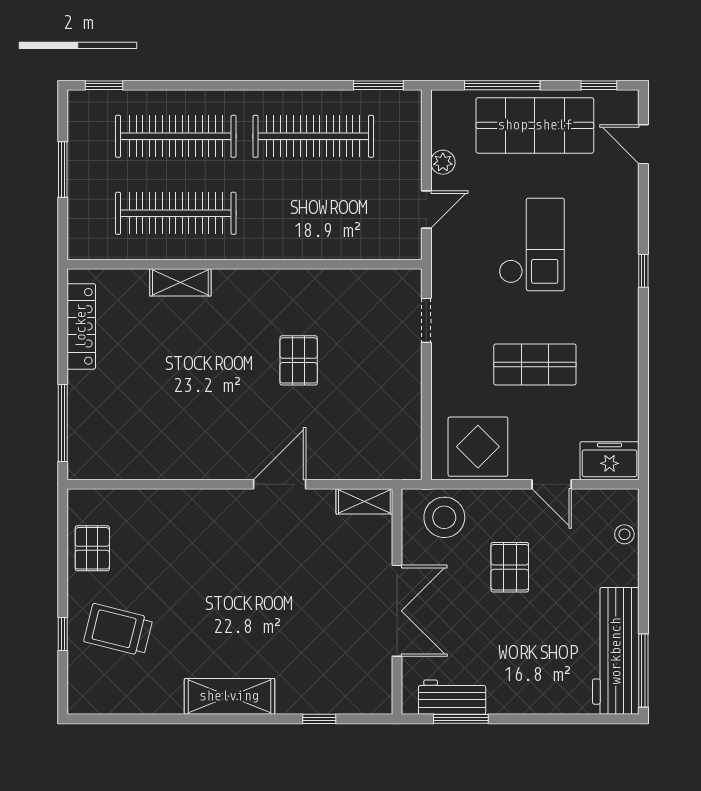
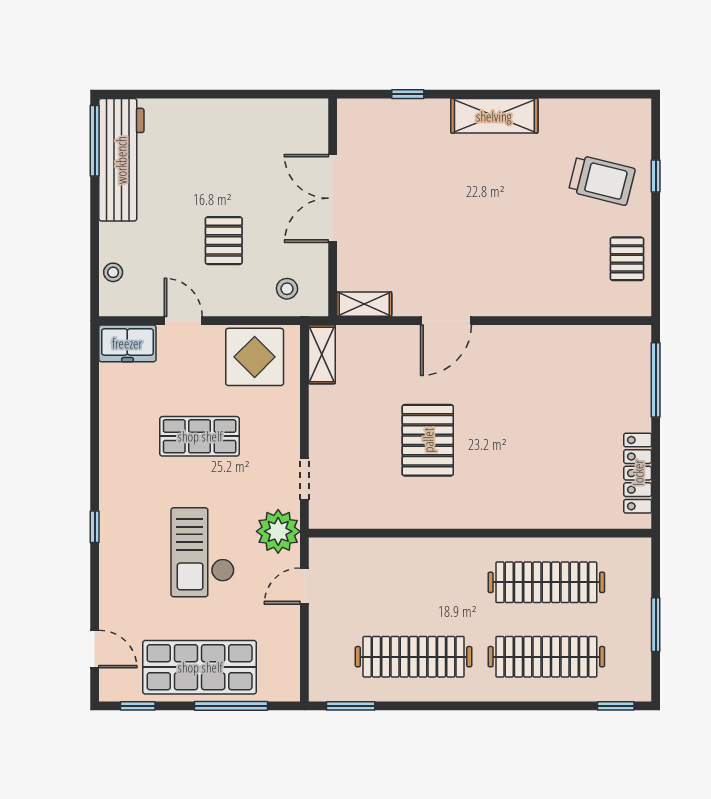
plant: (443, 162) -> (278, 531), moved, width x1.87, depth x1.87
shelving: (180, 282) -> (322, 354), moved, turned 90
pallet: (299, 360) -> (428, 440), width x1.50, depth x1.42
stool: (444, 517) -> (287, 289), width x0.53, depth x0.53
workbench: (452, 697) -> (280, 115), removed
window: (461, 719) -> (271, 94), removed

